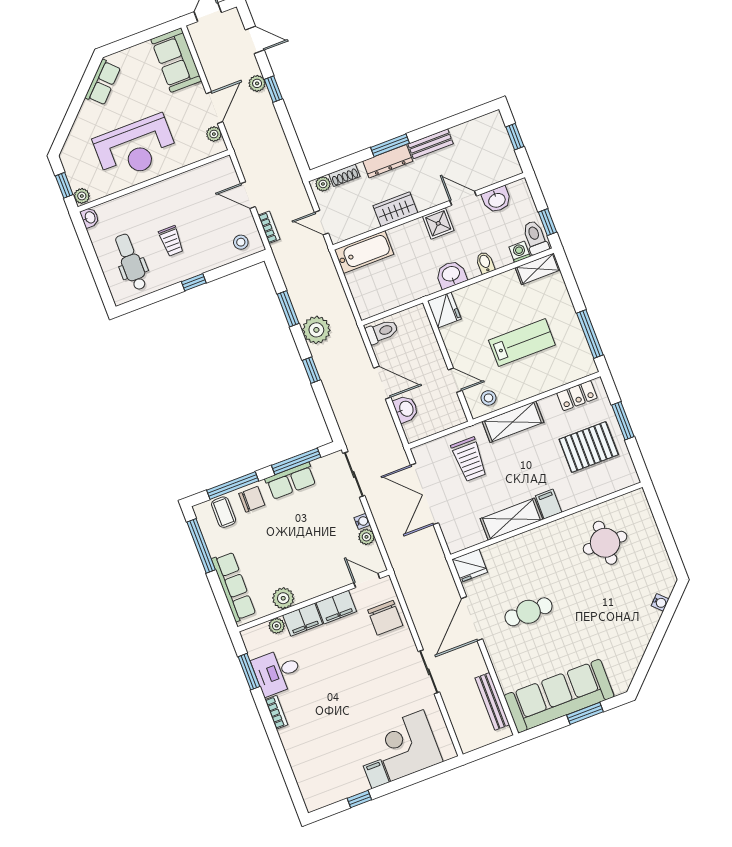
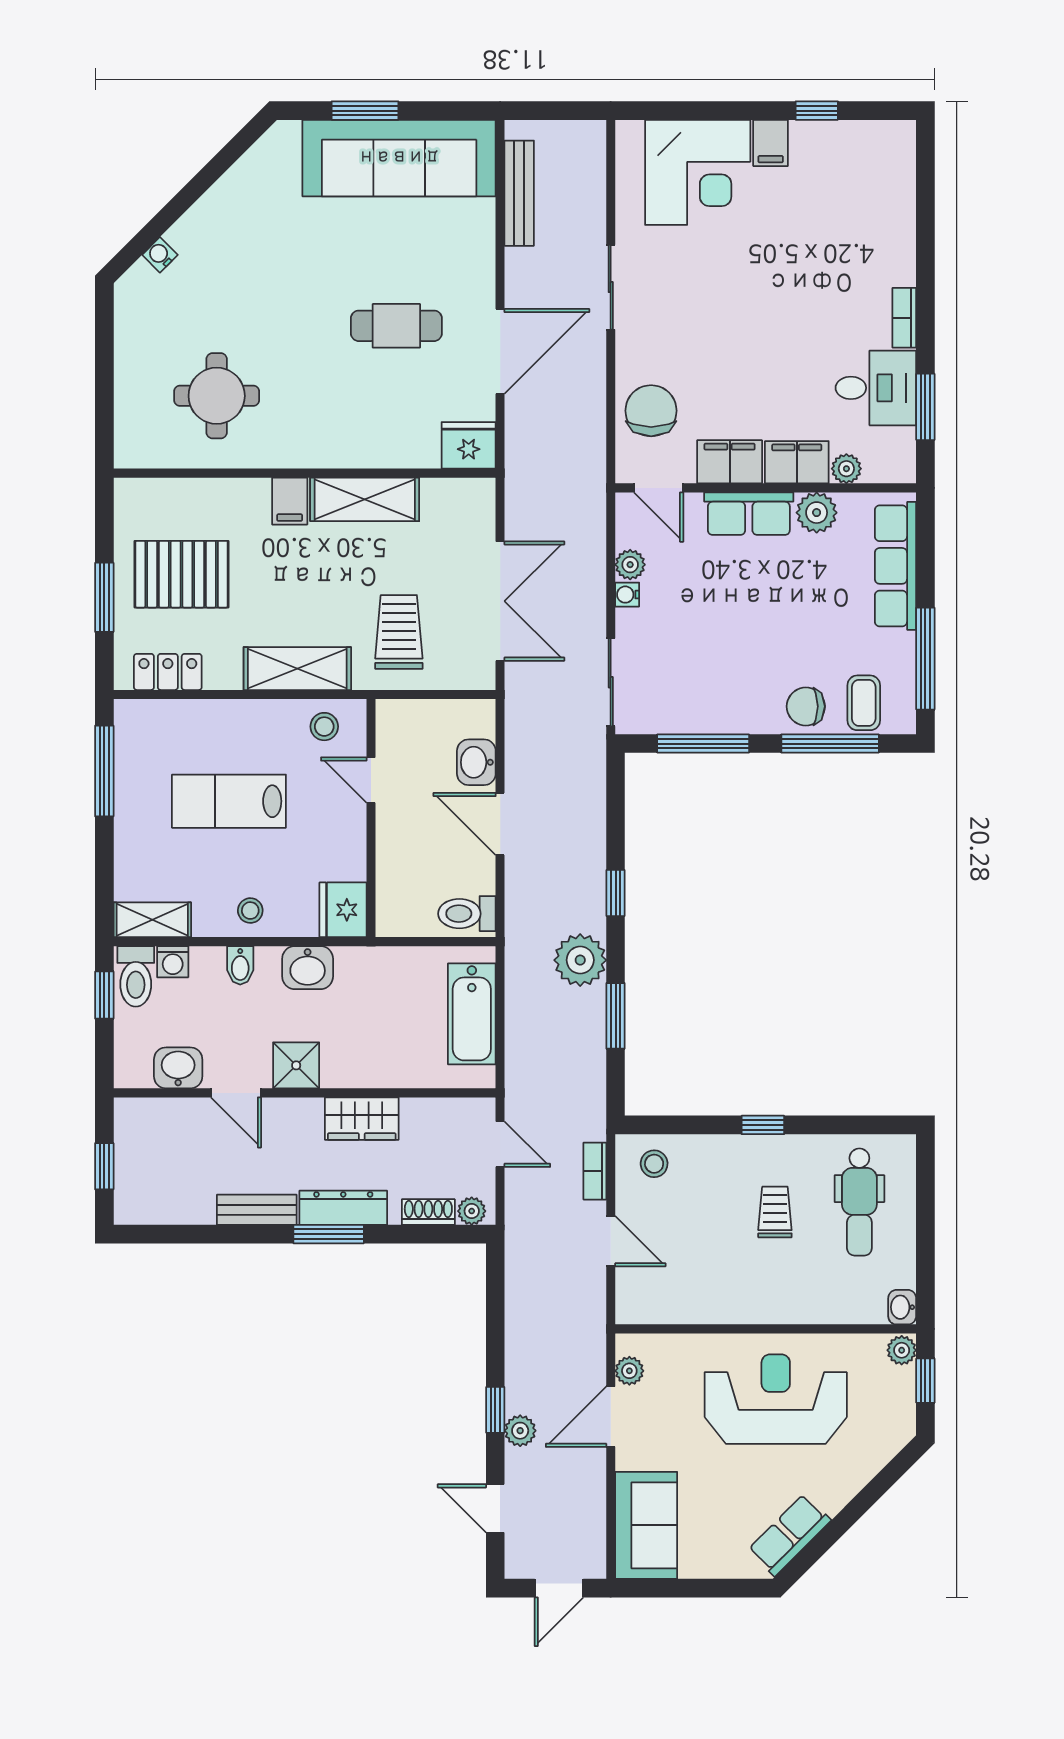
bathtub: (364, 252) -> (472, 1014), moved, turned -90
stool: (491, 292) -> (250, 911), added
row of seats: (291, 481) -> (749, 514), moved, turned 180

